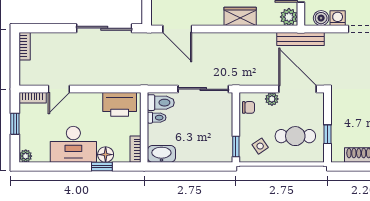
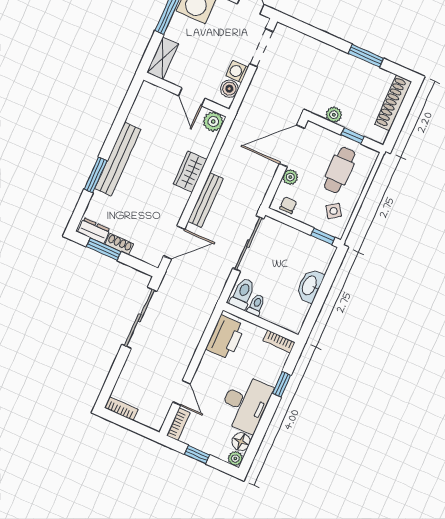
bench: (300, 39) -> (206, 200), moved
plant: (338, 112) -> (334, 115), added
washbasin: (161, 154) -> (310, 286), moved
floor lamp: (106, 155) -> (241, 442), moved

